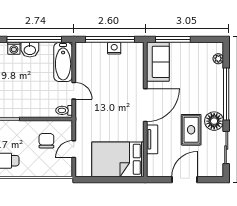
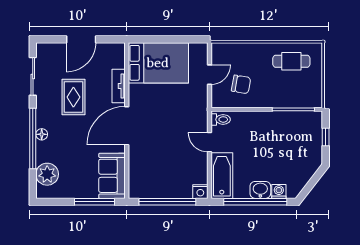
nightstand: (114, 48) -> (200, 192), moved
plant: (218, 59) -> (47, 174), width x1.88, depth x1.88
floor lamp: (214, 121) -> (42, 134), moved, width x0.53, depth x0.53
chair: (46, 141) -> (241, 84), turned -80

